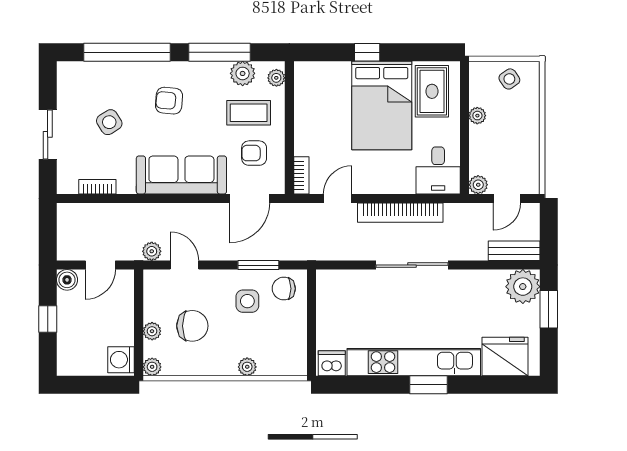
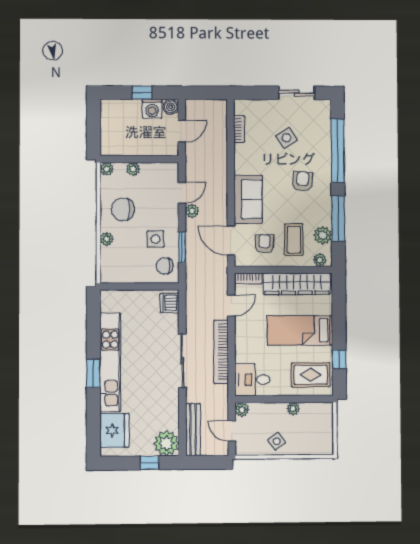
window: (367, 52) -> (339, 359), moved
side table: (509, 79) -> (277, 441), moved
bed: (382, 105) -> (300, 330), width x0.67
wardrobe: (309, 109) -> (297, 284), added
sliding door: (48, 134) -> (297, 93), moved
sofa: (181, 175) -> (248, 199), width x0.73
door: (338, 199) -> (231, 305), hinge flipped
plant: (152, 251) -> (192, 211), moved
bench: (514, 251) -> (193, 430), width x1.36
door: (100, 265) -> (182, 131), swing flipped
chair: (284, 289) -> (165, 266), turned -90
window: (549, 309) -> (150, 463), width x0.67
chair: (192, 326) -> (123, 209), moved, turned 90
washing machine: (121, 360) -> (152, 109), moved, turned 180
dishwasher: (332, 363) -> (170, 303), moved, turned 180

